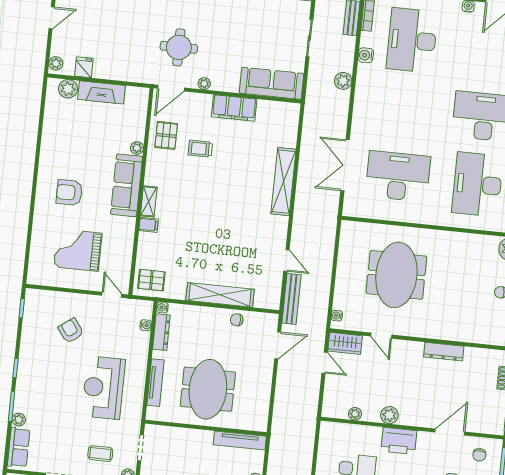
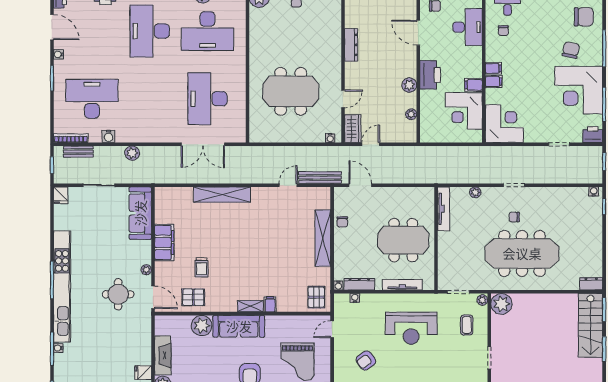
desk: (412, 40) -> (92, 99), turned 180
plant: (137, 148) -> (202, 325), width x1.88, depth x1.88

